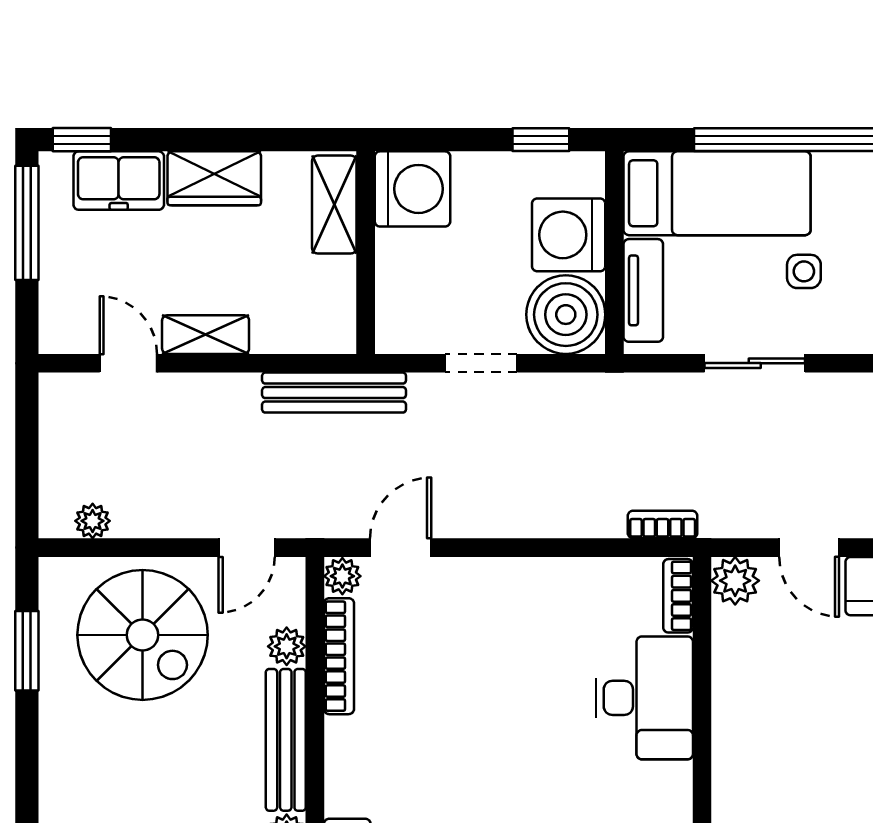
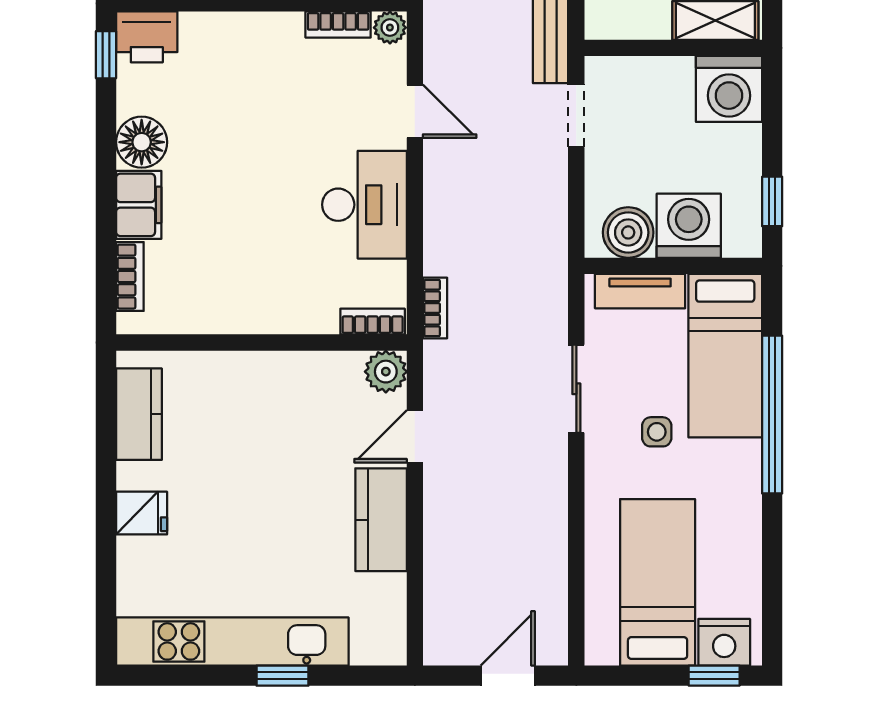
boiler: (566, 315) -> (628, 232), width x0.73, depth x0.73
doorway: (481, 363) -> (576, 116), moved
door: (401, 548) -> (415, 111), moved
bookcase: (339, 656) -> (338, 25), width x0.64
desk: (644, 698) -> (364, 205), moved, turned -90

